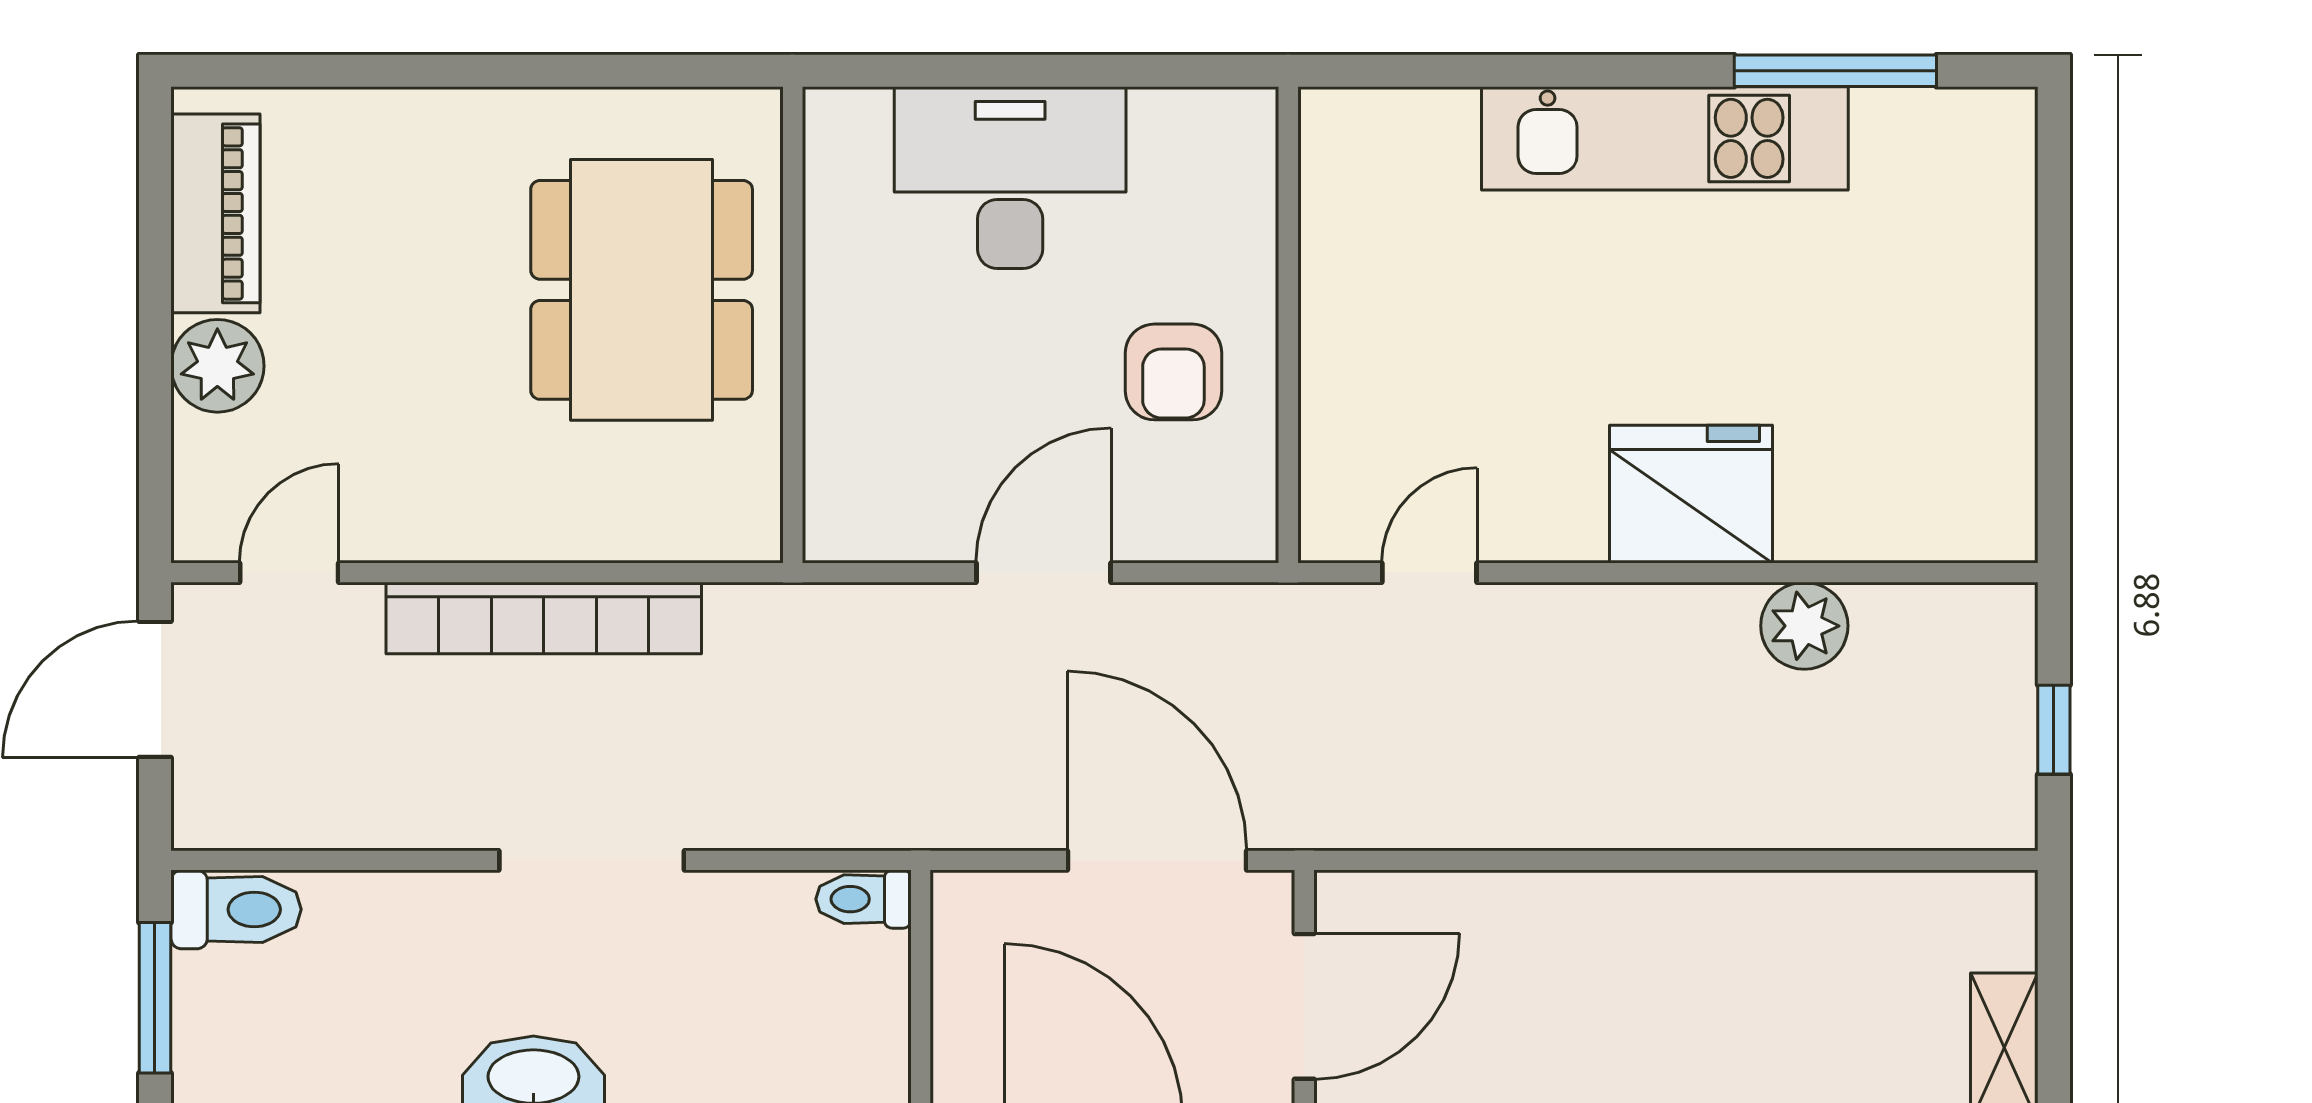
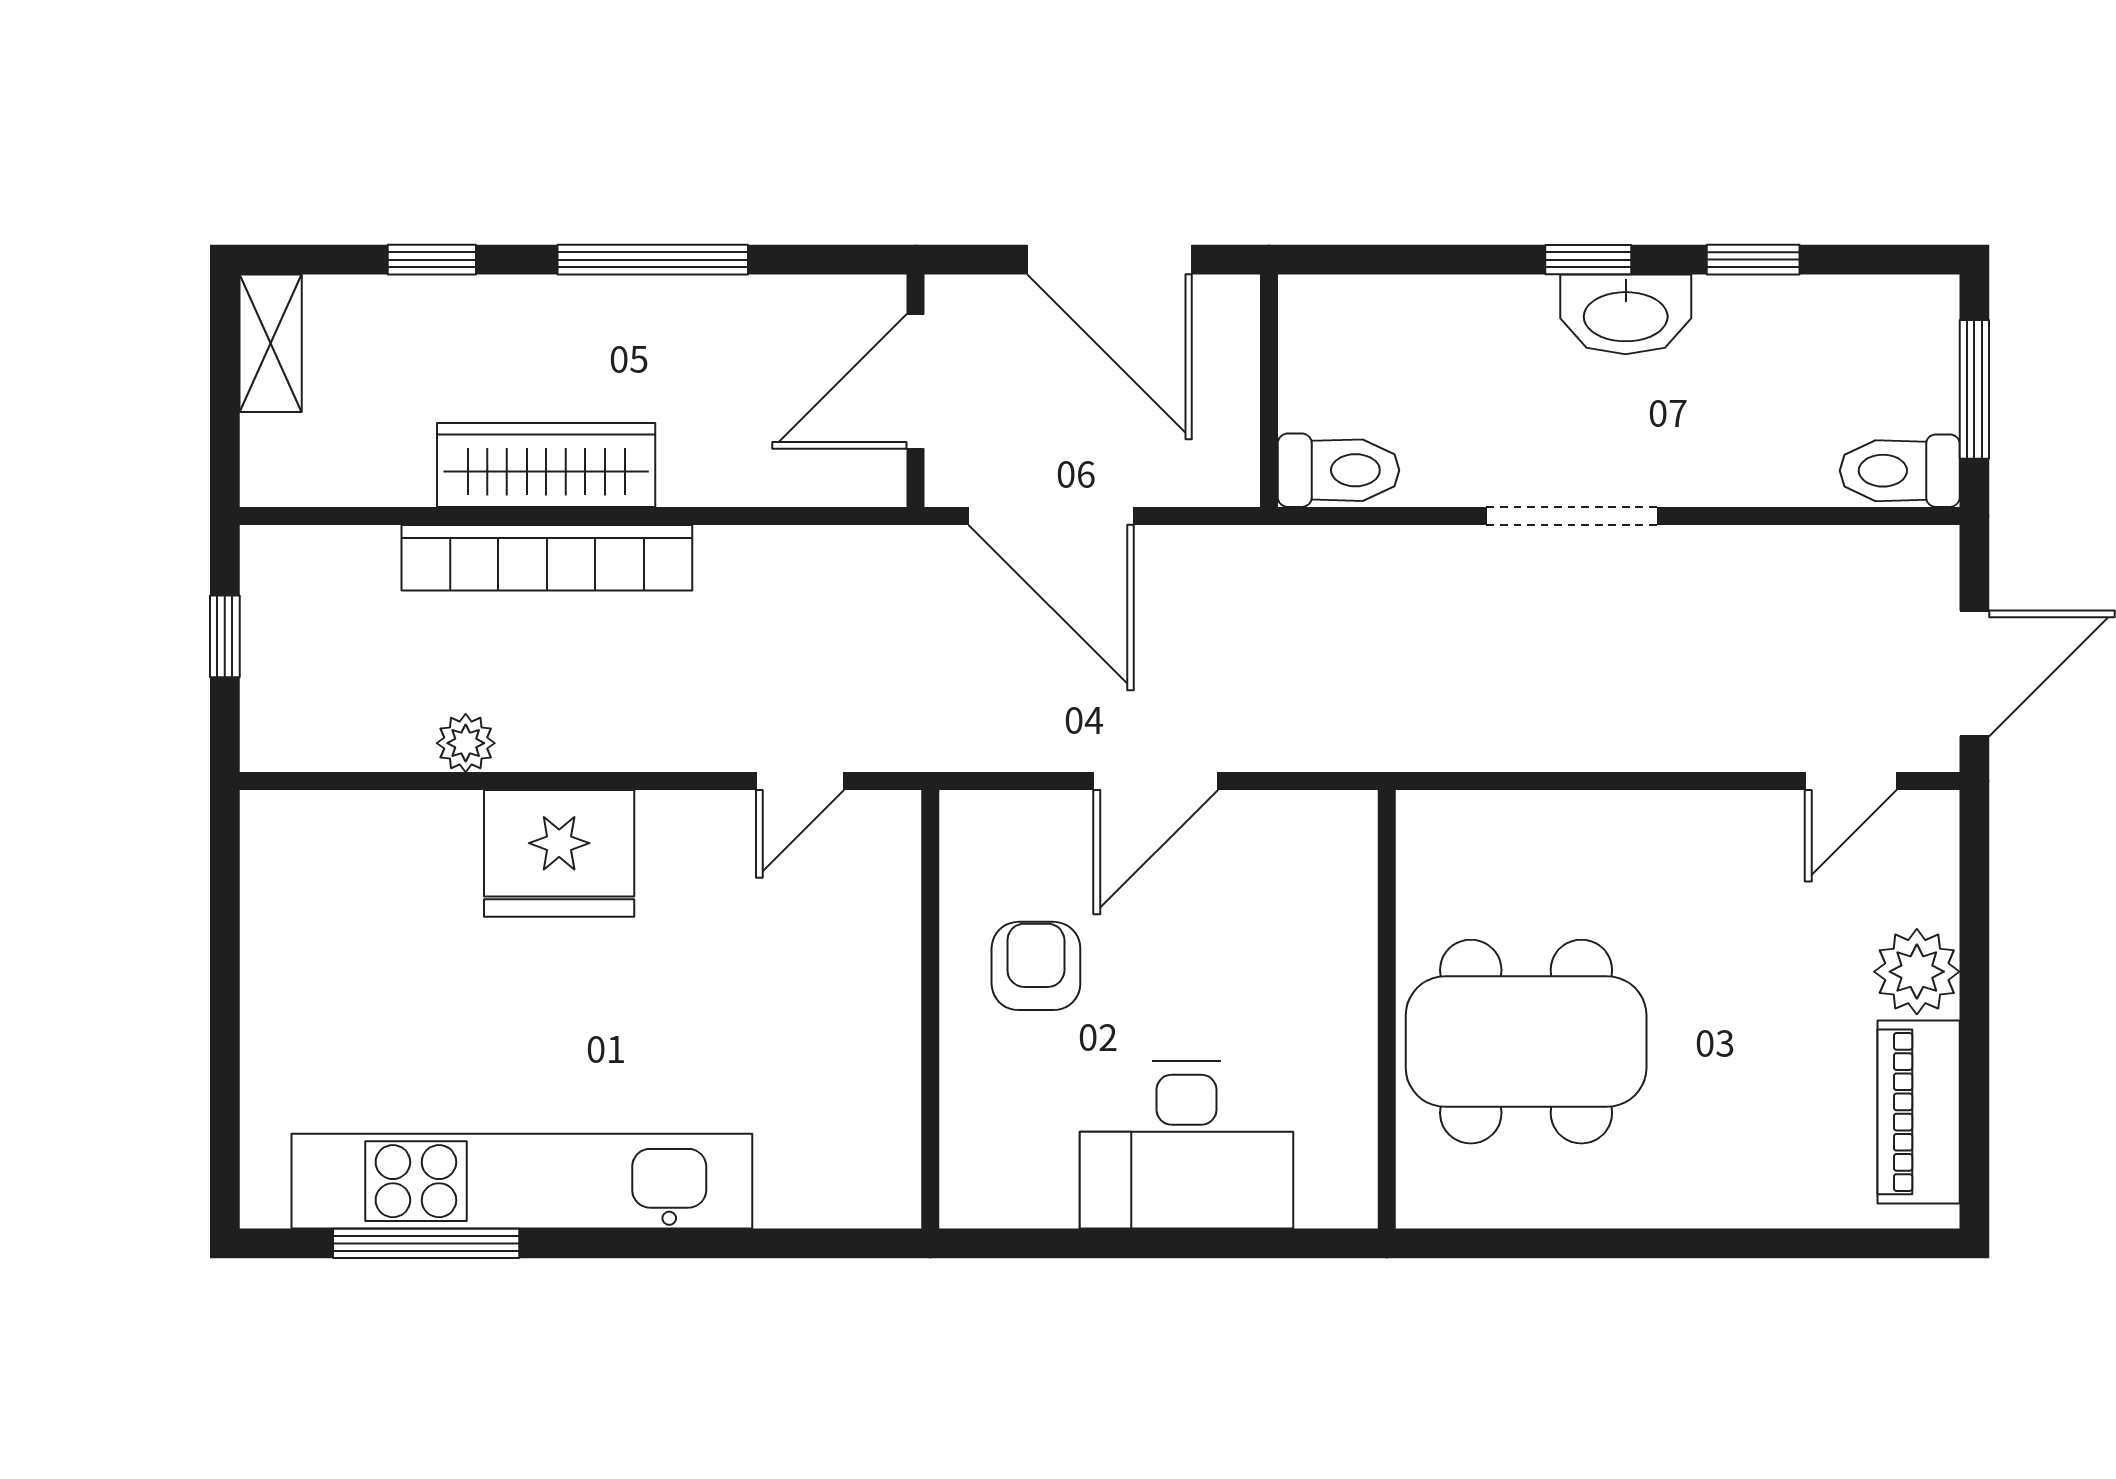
kitchen unit: (1665, 138) -> (522, 1181), width x1.36
dining table: (642, 290) -> (1526, 1042), turned 90
bookcase: (544, 618) -> (547, 558), moved, turned 180
plant: (1804, 626) -> (466, 743), width x0.73, depth x0.73
toilet: (863, 899) -> (1338, 470), width x1.37, depth x1.39
wardrobe: (1705, 916) -> (546, 465), added

